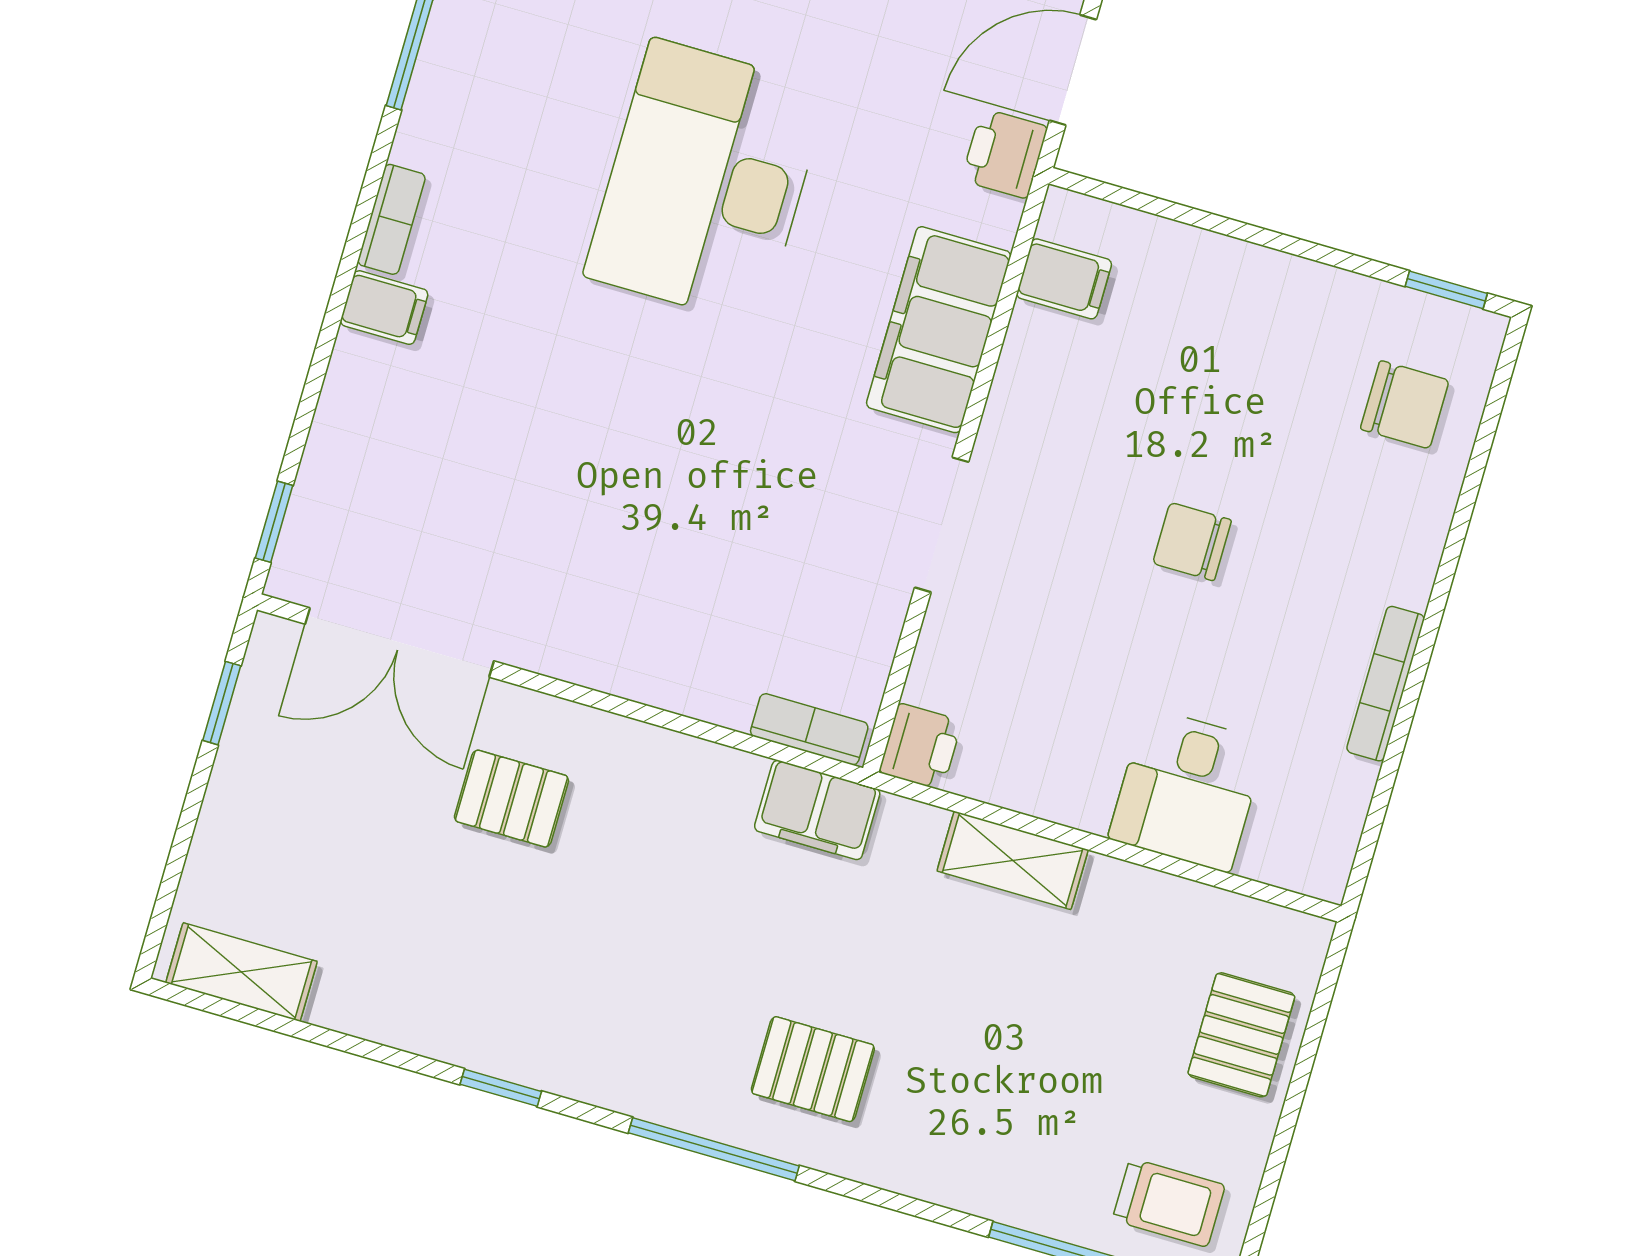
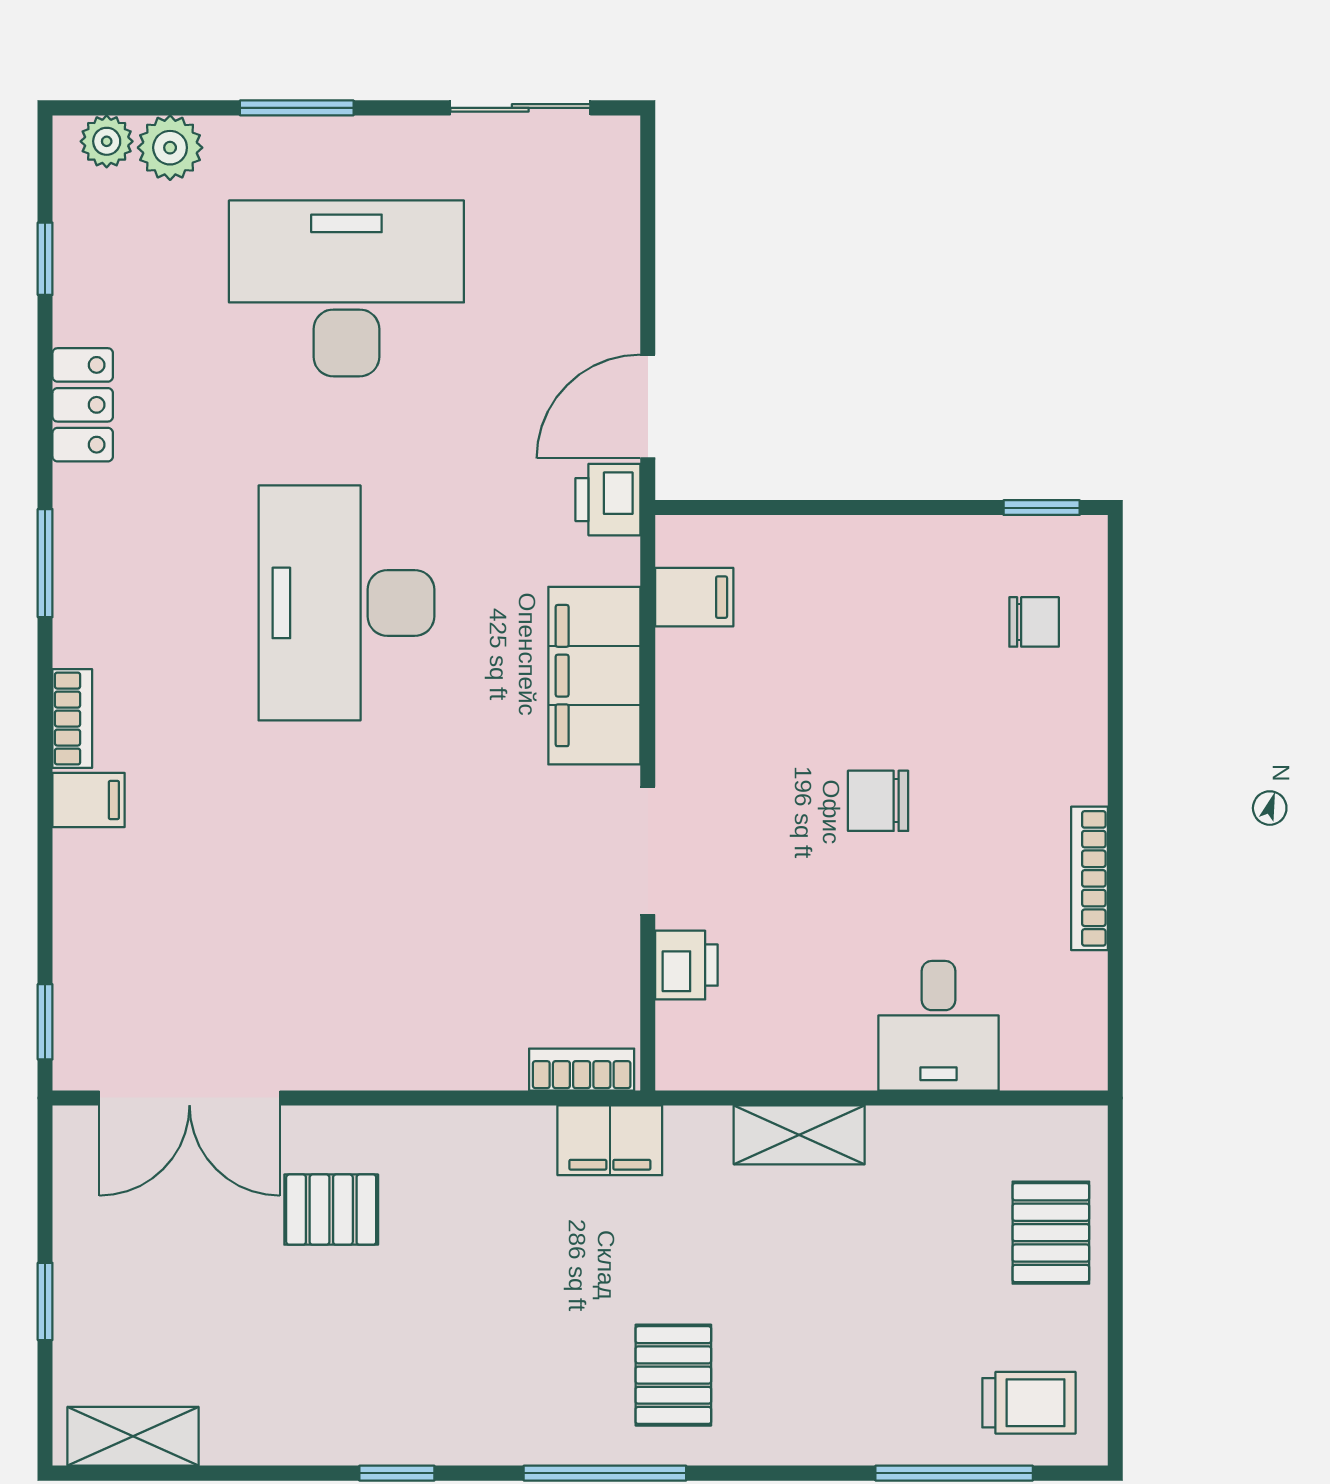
chair: (1405, 405) -> (1034, 622), width x0.73, depth x0.73
window: (222, 703) -> (45, 1301), moved
printer: (920, 747) -> (686, 965), moved
pallet: (813, 1069) -> (673, 1375), turned 90

